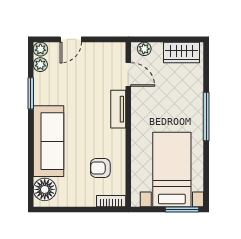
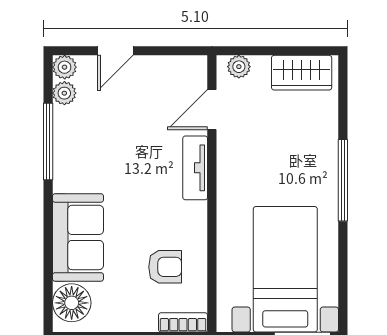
door: (128, 74) -> (212, 110), swing flipped
window: (31, 93) -> (48, 141), width x1.44
sofa: (48, 141) -> (78, 237), width x0.73
armchair: (100, 168) -> (165, 267), turned 180

